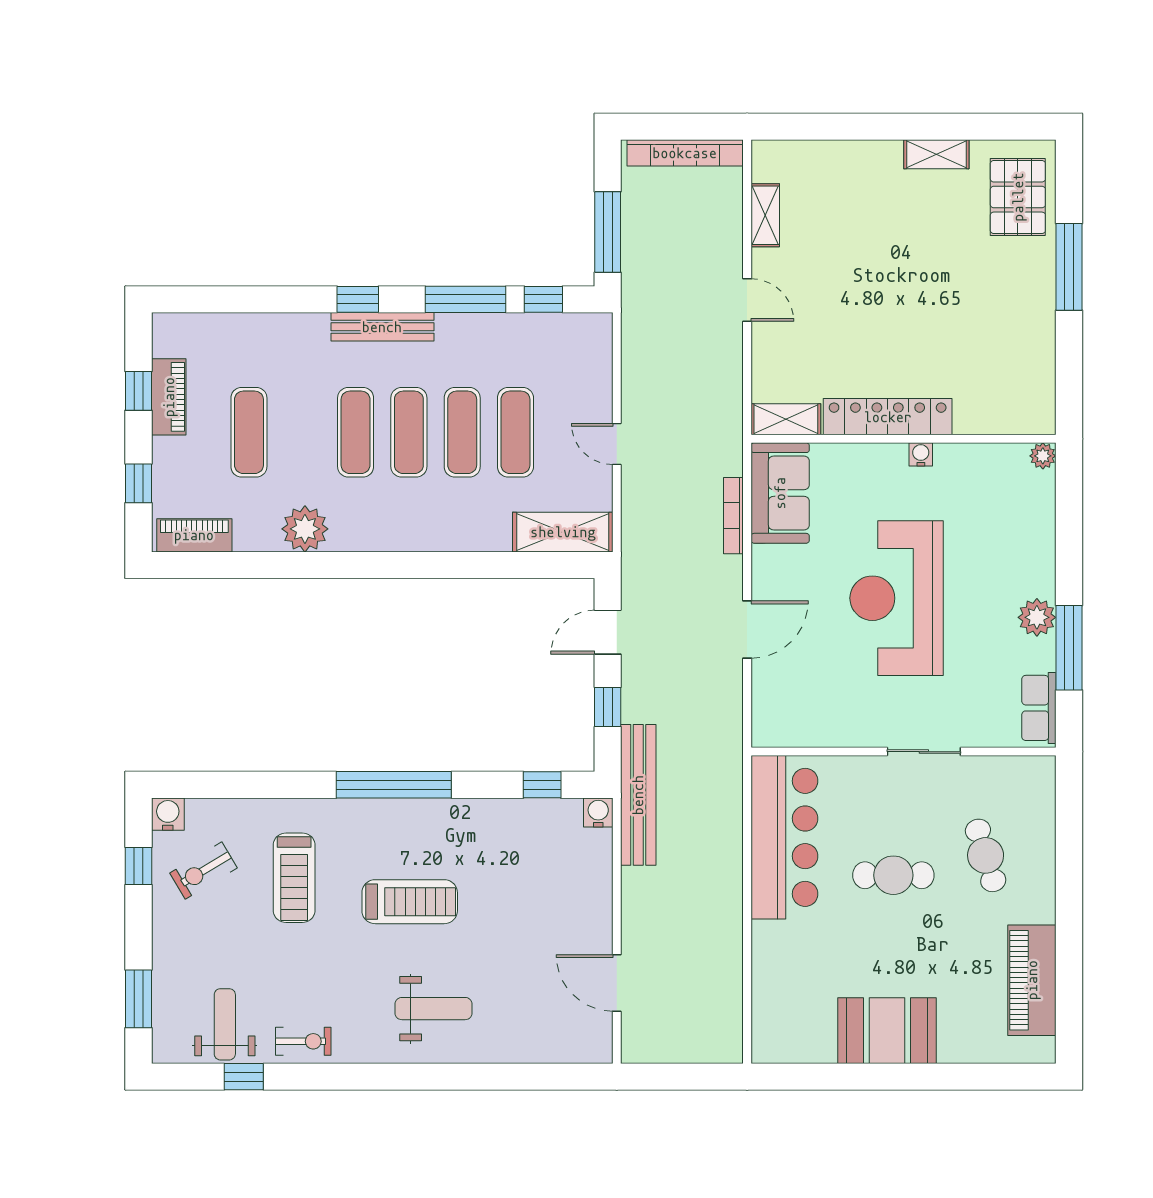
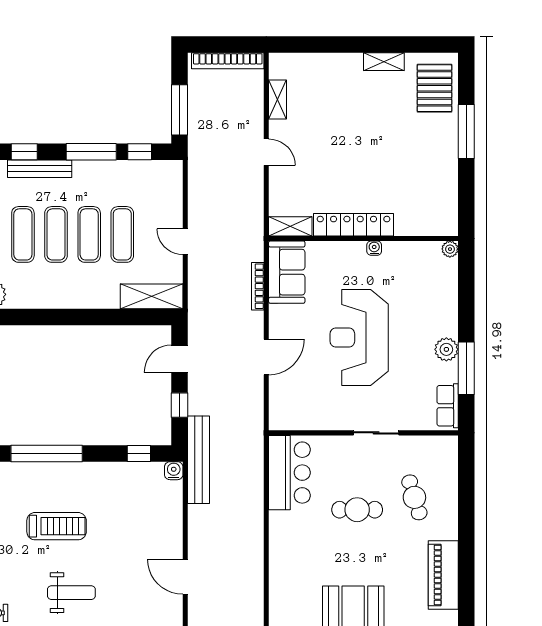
bar counter: (784, 837) -> (289, 473), width x0.73

